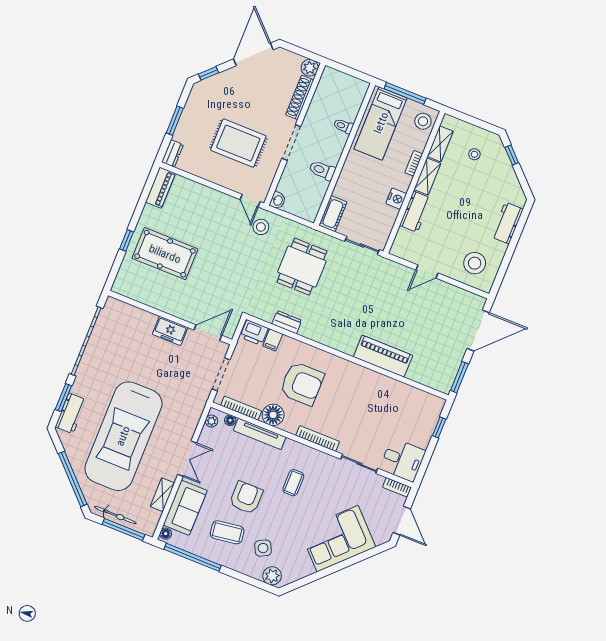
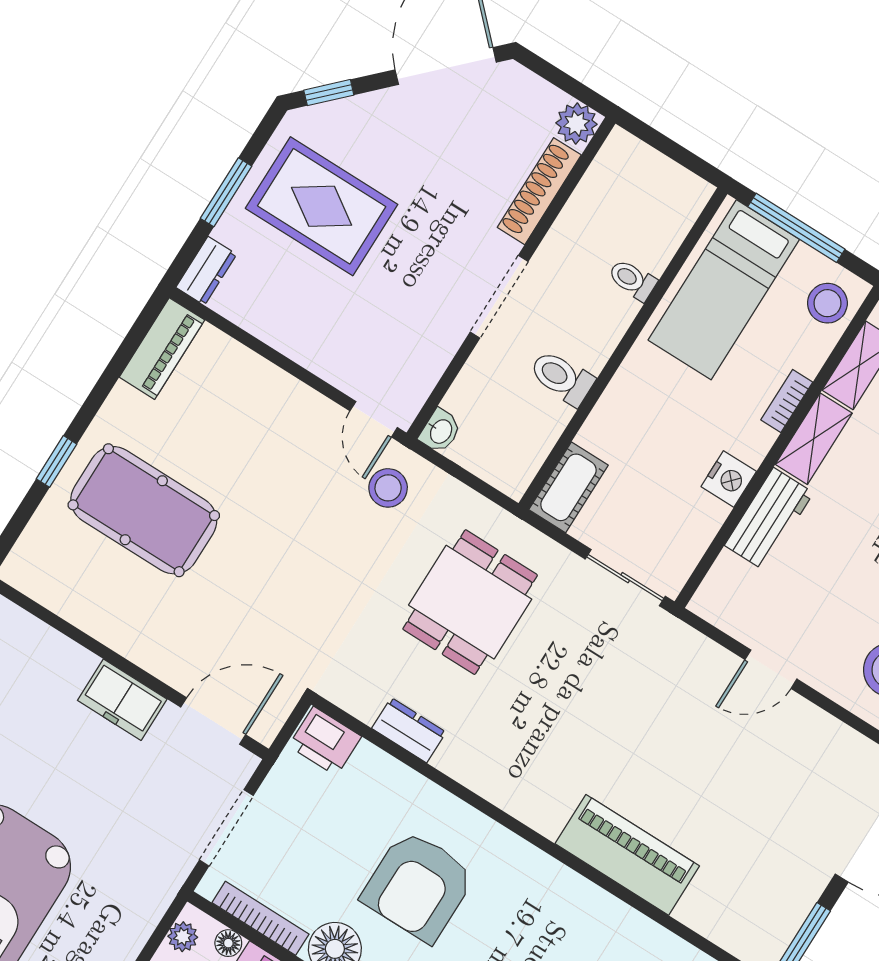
rug: (238, 143) -> (322, 206), moved
filing cabinet: (273, 340) -> (367, 767), removed
armchair: (302, 384) -> (418, 886), turned 90

